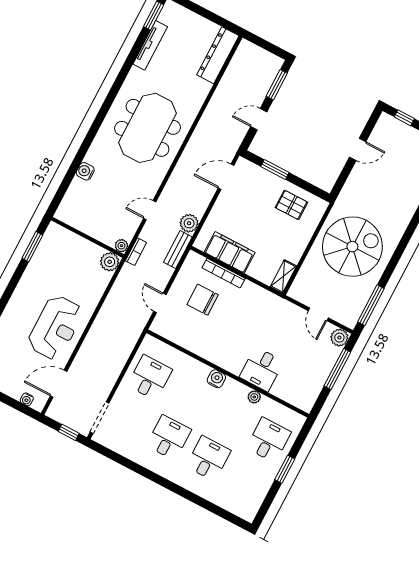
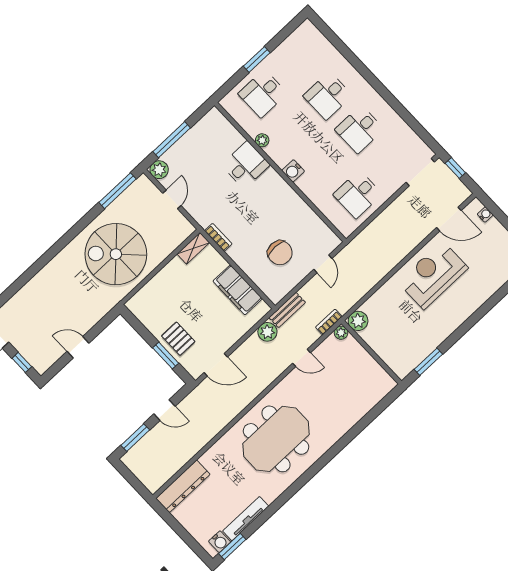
water cooler: (85, 171) -> (220, 542), moved
pallet: (291, 205) -> (178, 339), moved
bookcase: (224, 273) -> (218, 237), moved, width x0.64

